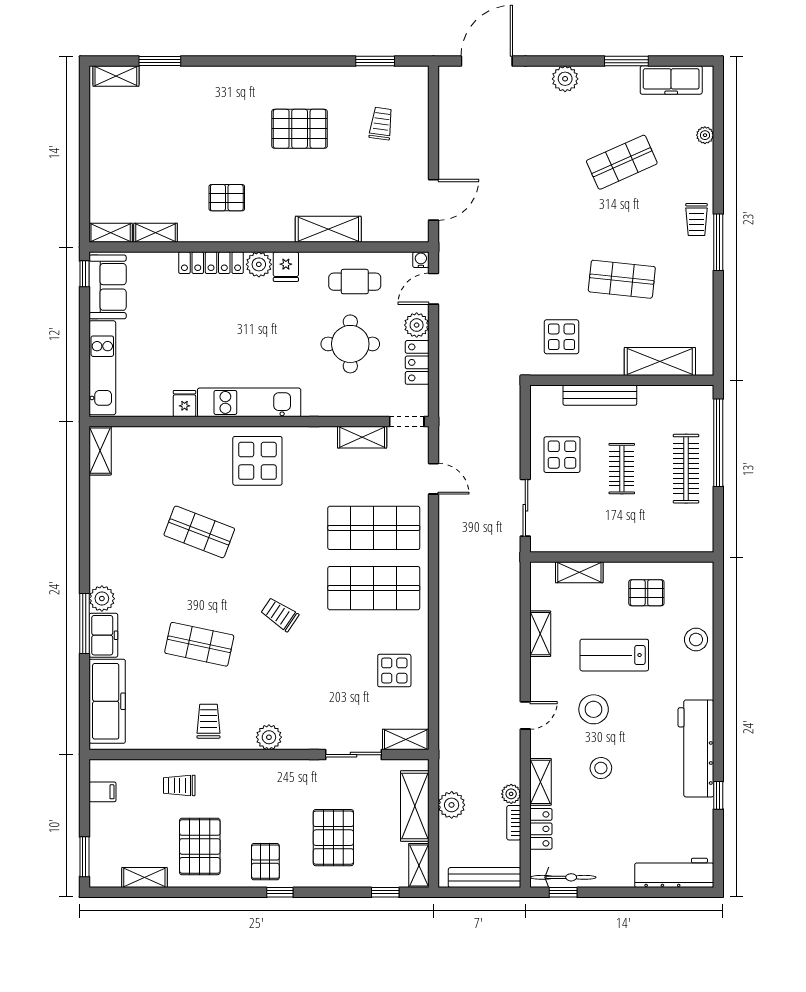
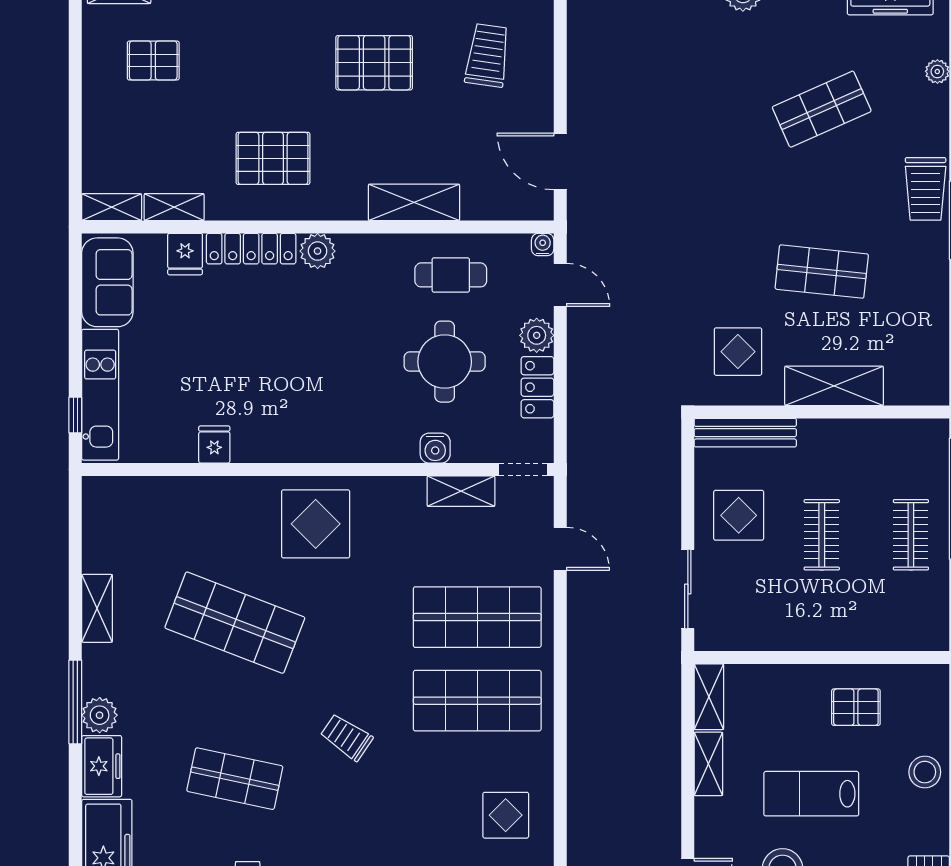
trolley: (381, 124) -> (487, 55), width x1.36, depth x1.39
pallet: (141, 127) -> (153, 61), added
pallet: (227, 198) -> (273, 158), width x1.50, depth x1.42
door: (433, 200) -> (560, 161), swing flipped
trolley: (697, 220) -> (926, 189), width x1.36, depth x1.39
fridge: (286, 267) -> (185, 254), moved
window: (84, 274) -> (75, 415), moved
door: (433, 289) -> (560, 285), swing flipped
shelving: (660, 361) -> (834, 386), moved
bench: (600, 395) -> (745, 433), moved
kitchen unit: (249, 402) -> (304, 443), removed
water cooler: (344, 406) -> (435, 448), added
shelving: (100, 451) -> (97, 608), moved
clothes rail: (686, 469) -> (911, 535), width x0.73
shop shelf: (199, 532) -> (235, 623), width x1.43, depth x1.36
shelving: (579, 572) -> (709, 697), moved, turned 90
window: (84, 624) -> (75, 702), moved

